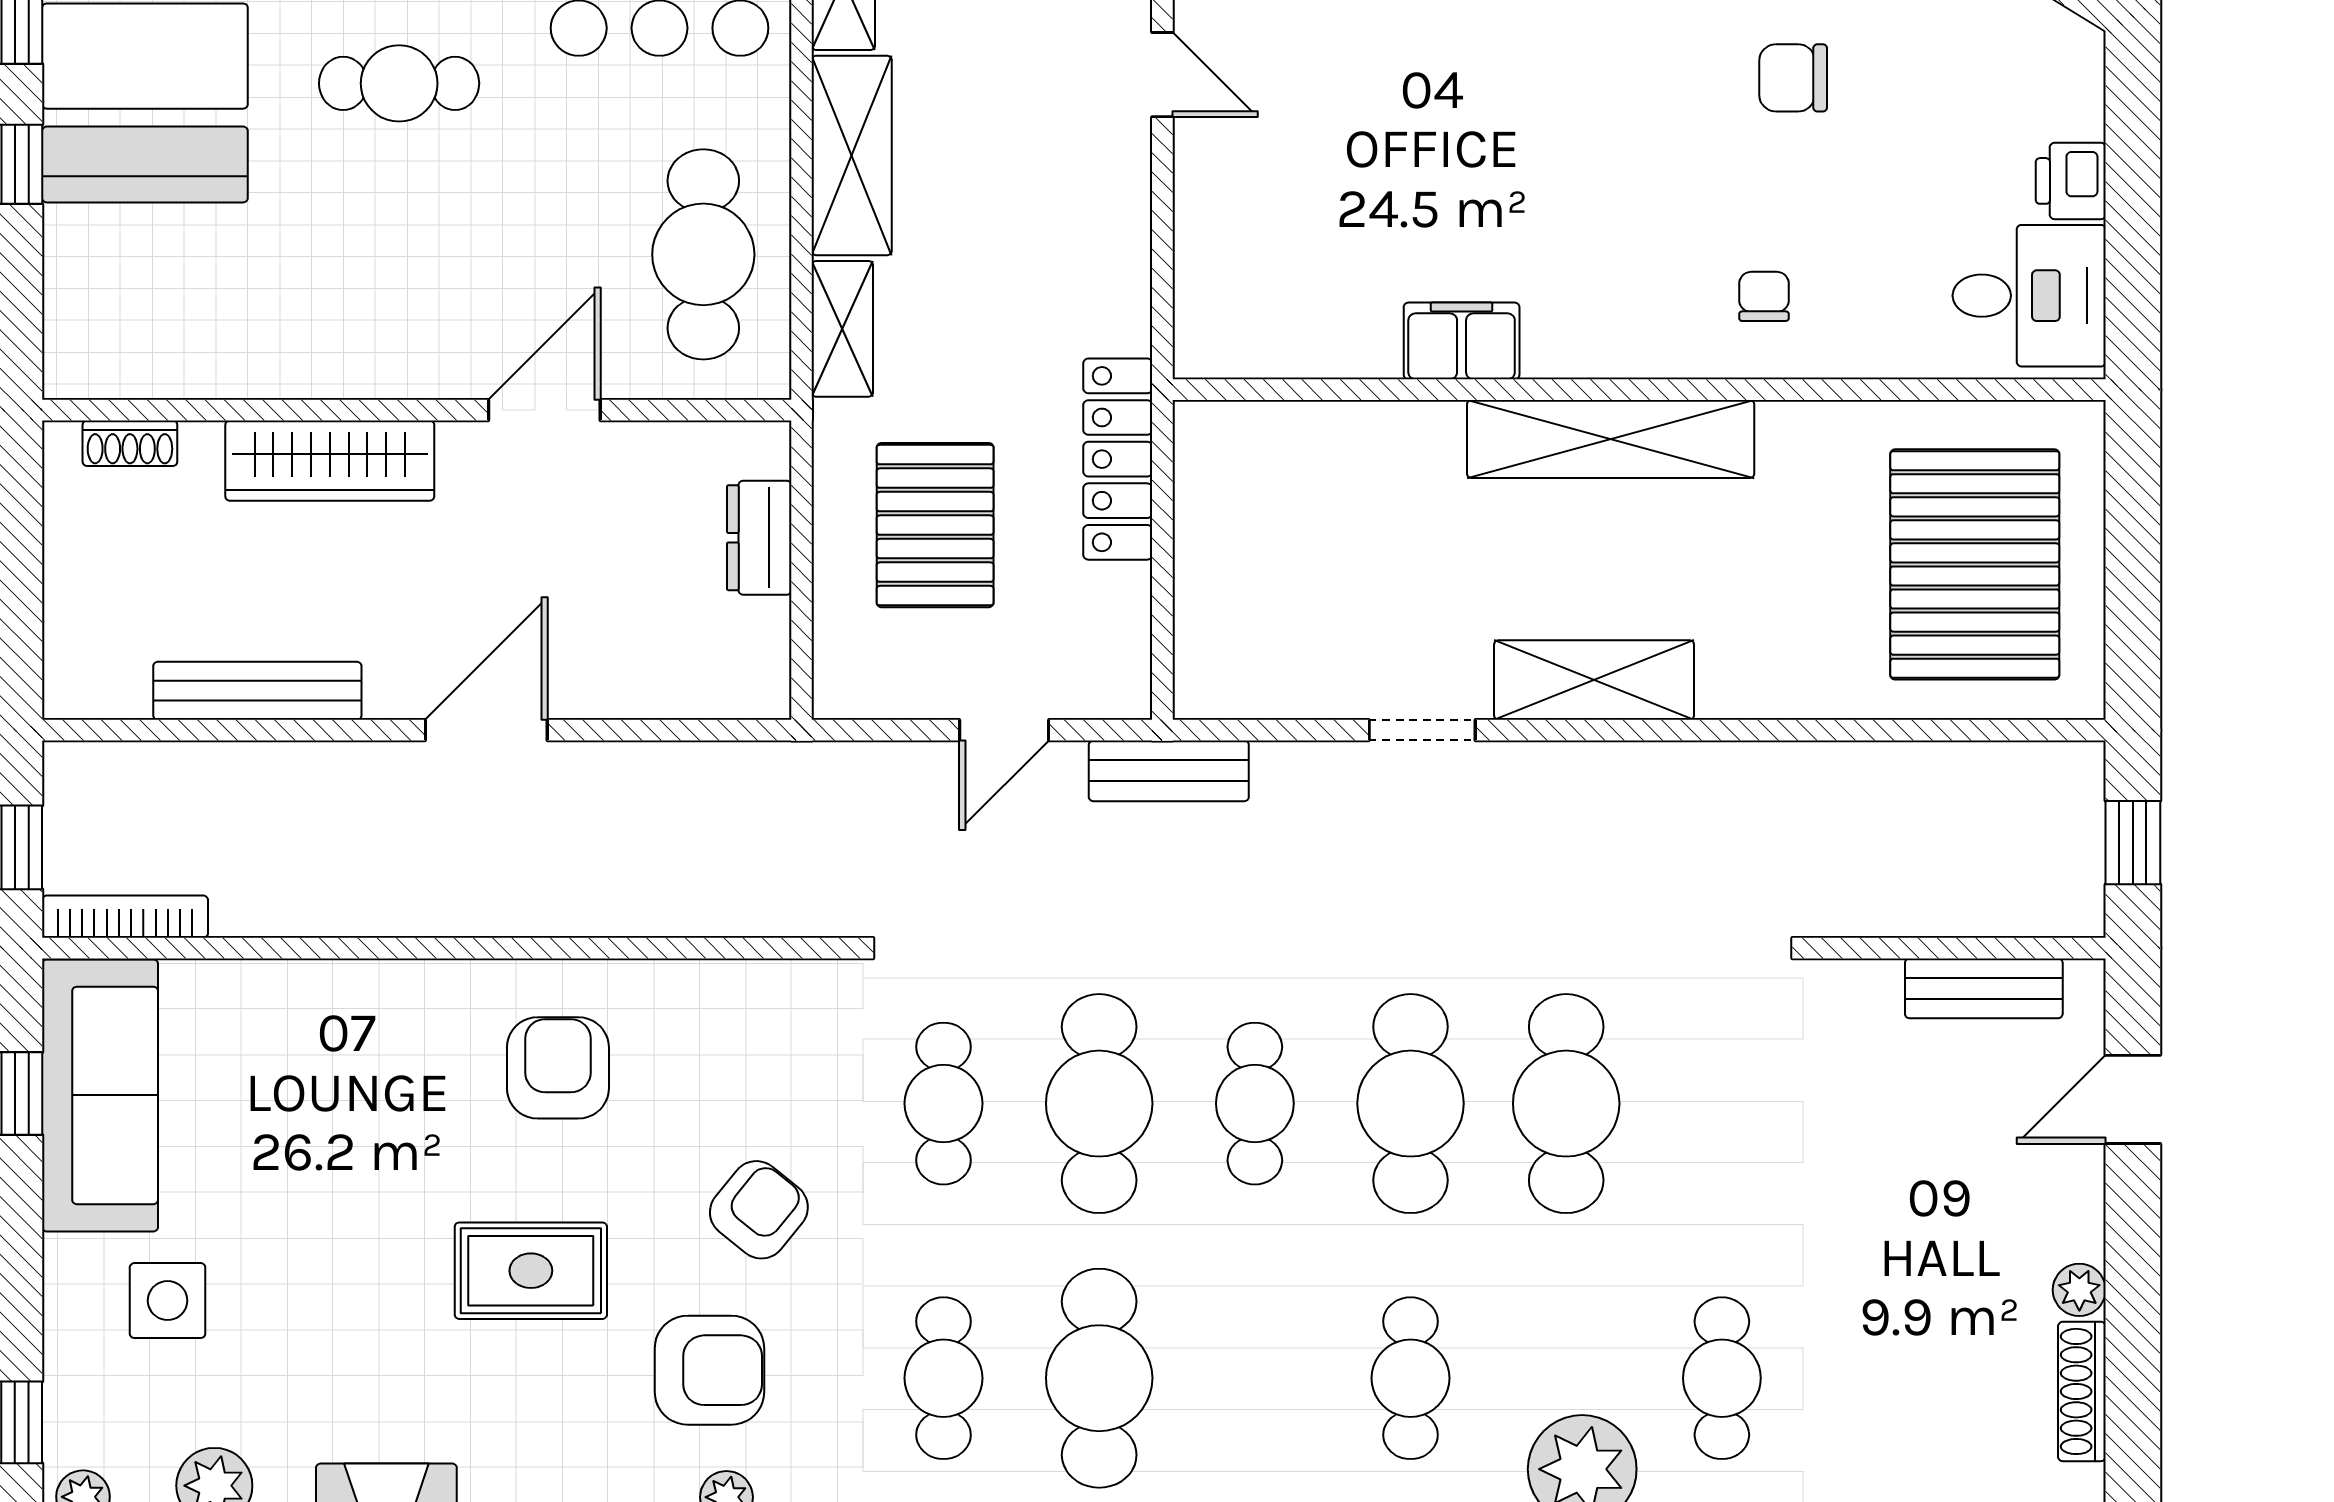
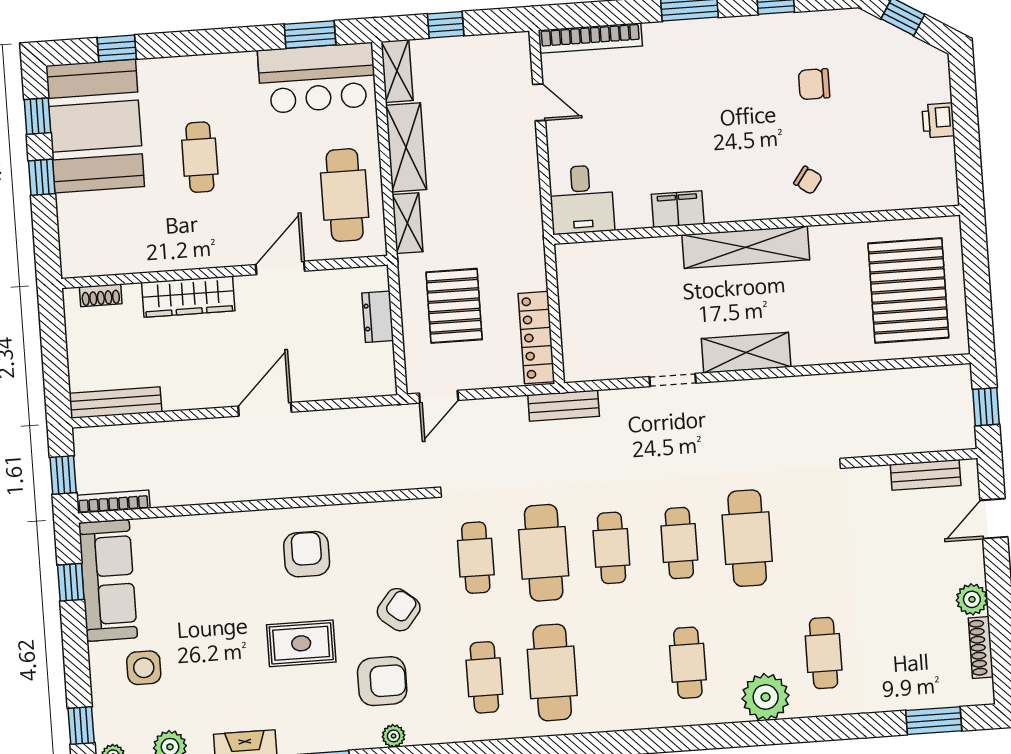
cafe table: (399, 83) -> (200, 157), moved, turned 90
chair: (1764, 296) -> (808, 180), turned 126
desk: (2029, 296) -> (582, 199), moved, turned 90
locker: (1118, 459) -> (536, 338), moved
bench: (257, 691) -> (115, 403), moved
door: (1004, 730) -> (439, 397), moved
cafe table: (1411, 1104) -> (679, 543), width x0.73, depth x0.74
plant: (2079, 1290) -> (972, 599), width x1.38, depth x1.38

